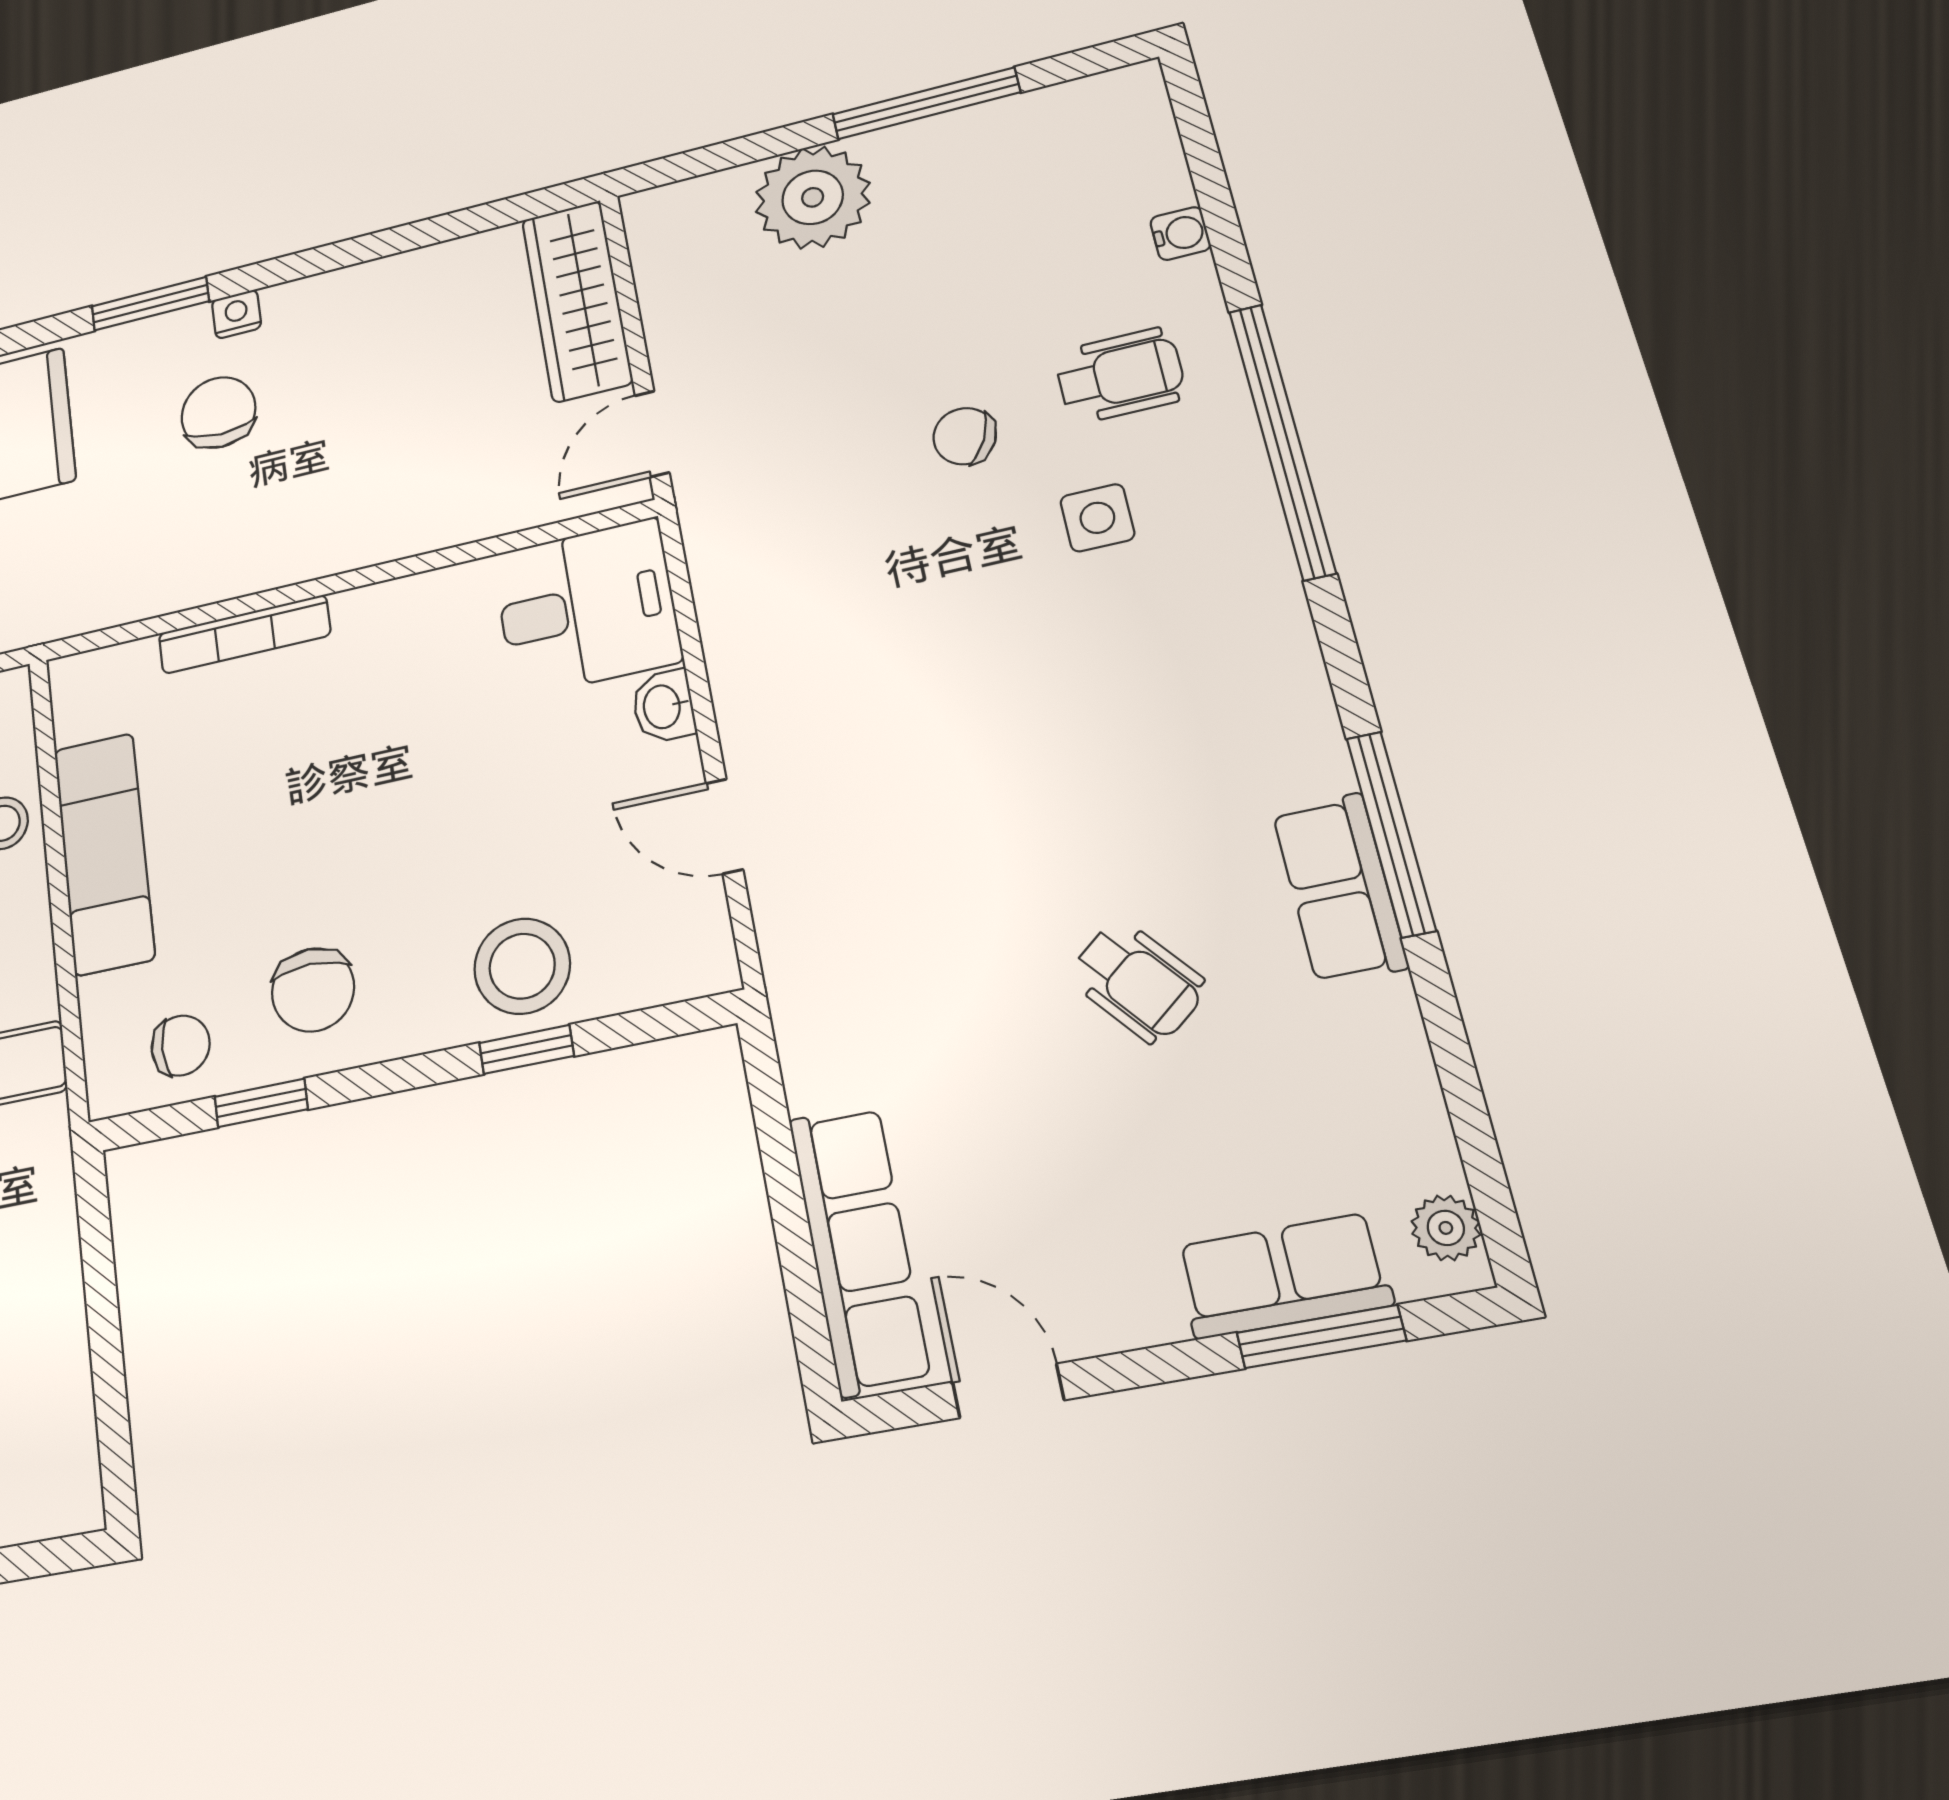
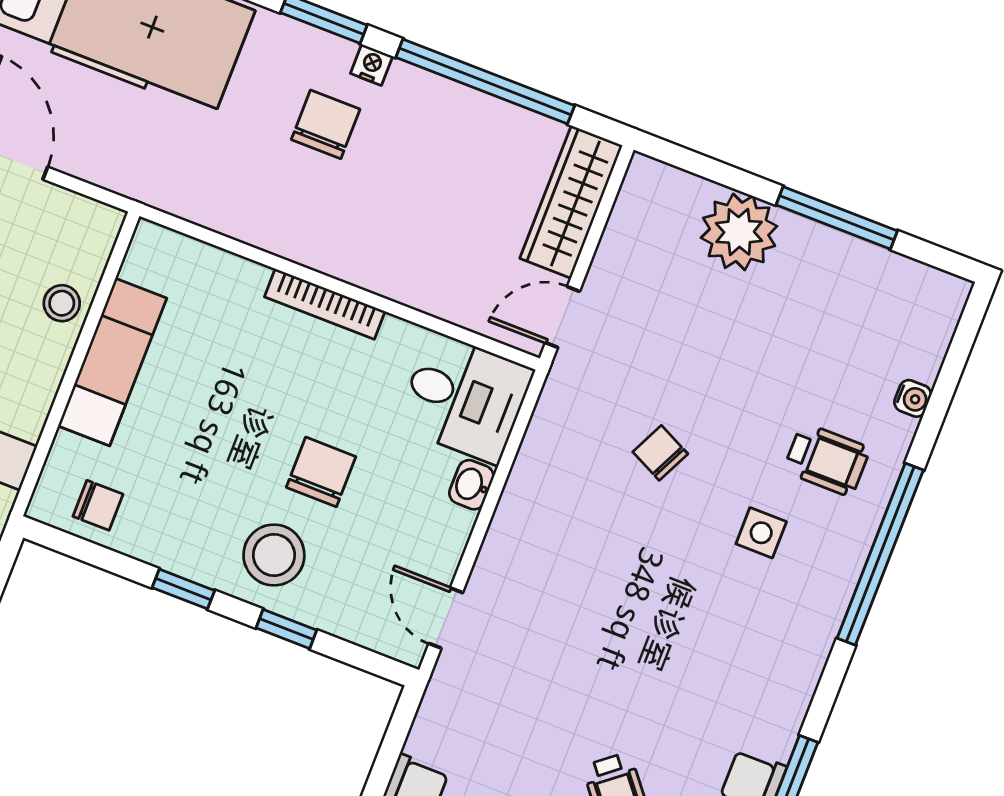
window: (386, 243) -> (485, 81), added
chair: (965, 436) -> (660, 453), moved
bookcase: (244, 634) -> (325, 304), moved
door: (724, 826) -> (446, 618), moved
stool: (522, 966) -> (274, 555), moved
chair: (313, 990) -> (321, 472), moved, turned 180
window: (261, 1103) -> (183, 589), moved

